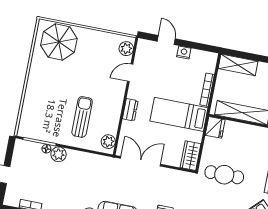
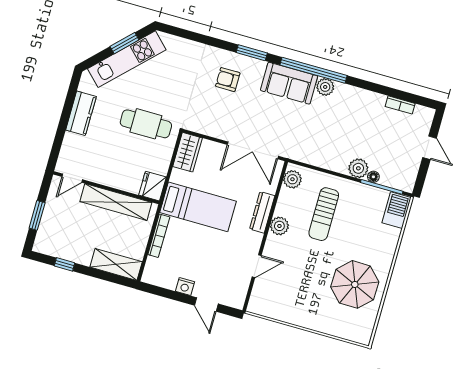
parasol: (59, 42) -> (355, 284), moved
plant: (126, 49) -> (279, 226), moved
dresser: (130, 110) -> (262, 212), width x1.44
barbecue: (27, 125) -> (397, 210), added

